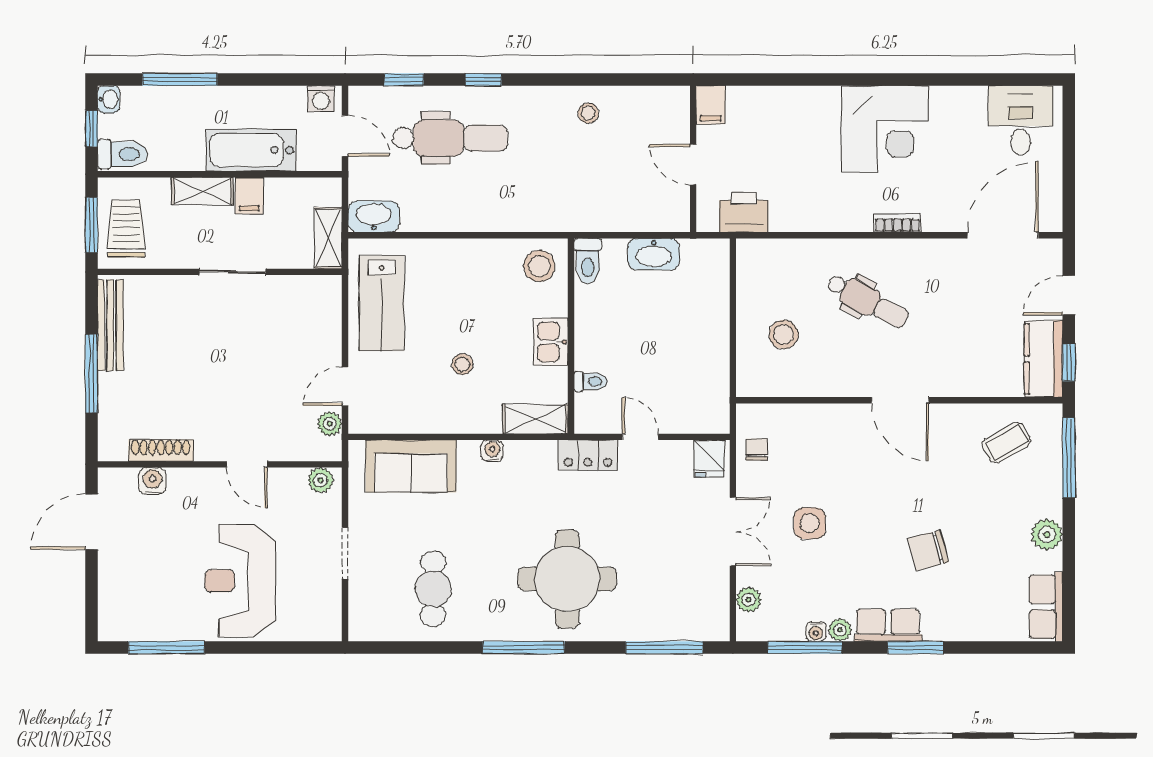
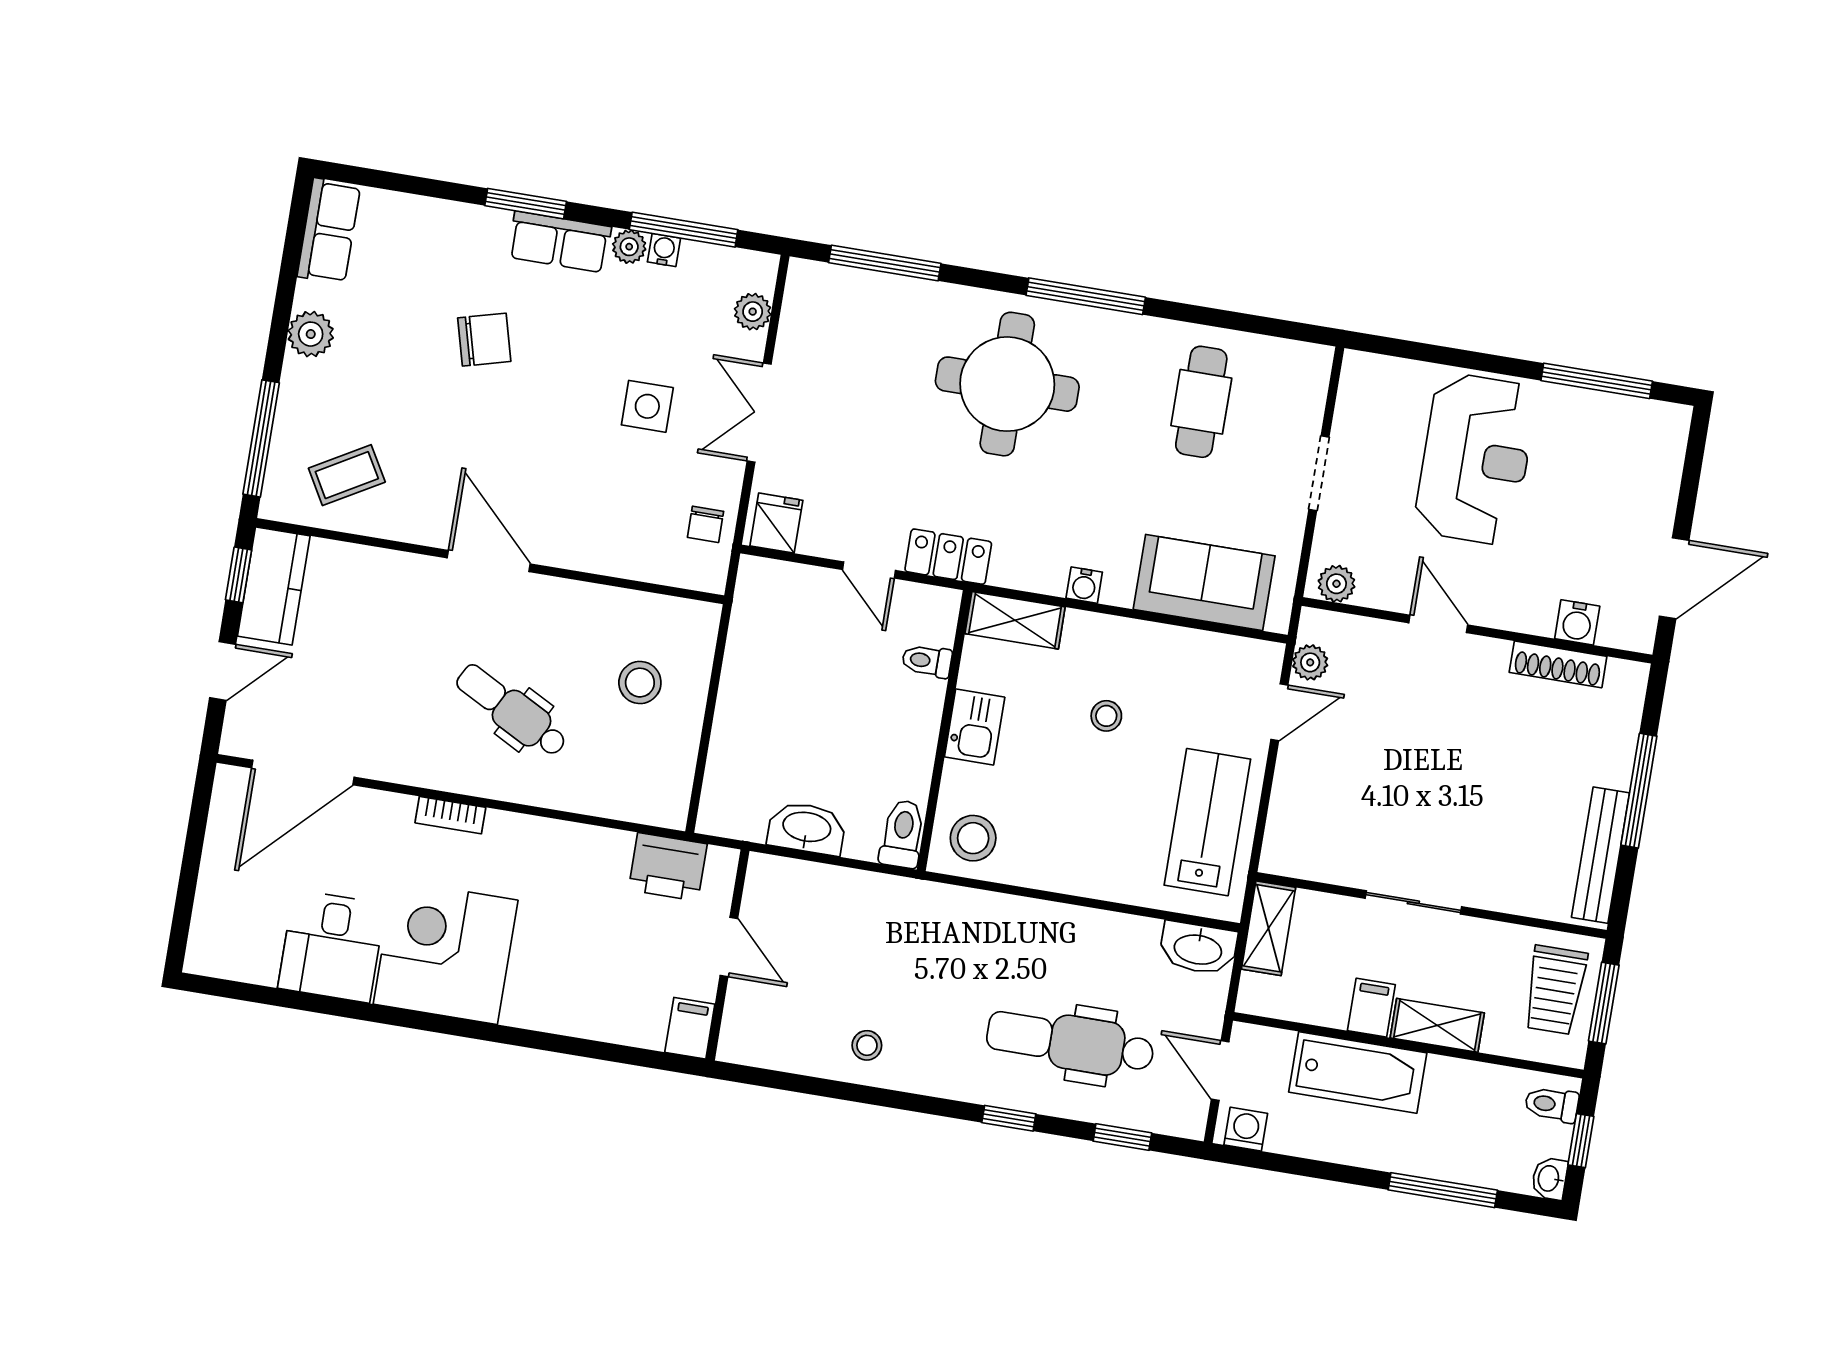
desk: (1021, 120) -> (332, 946), moved
toilet: (122, 154) -> (1552, 1104), width x0.73, depth x0.72

